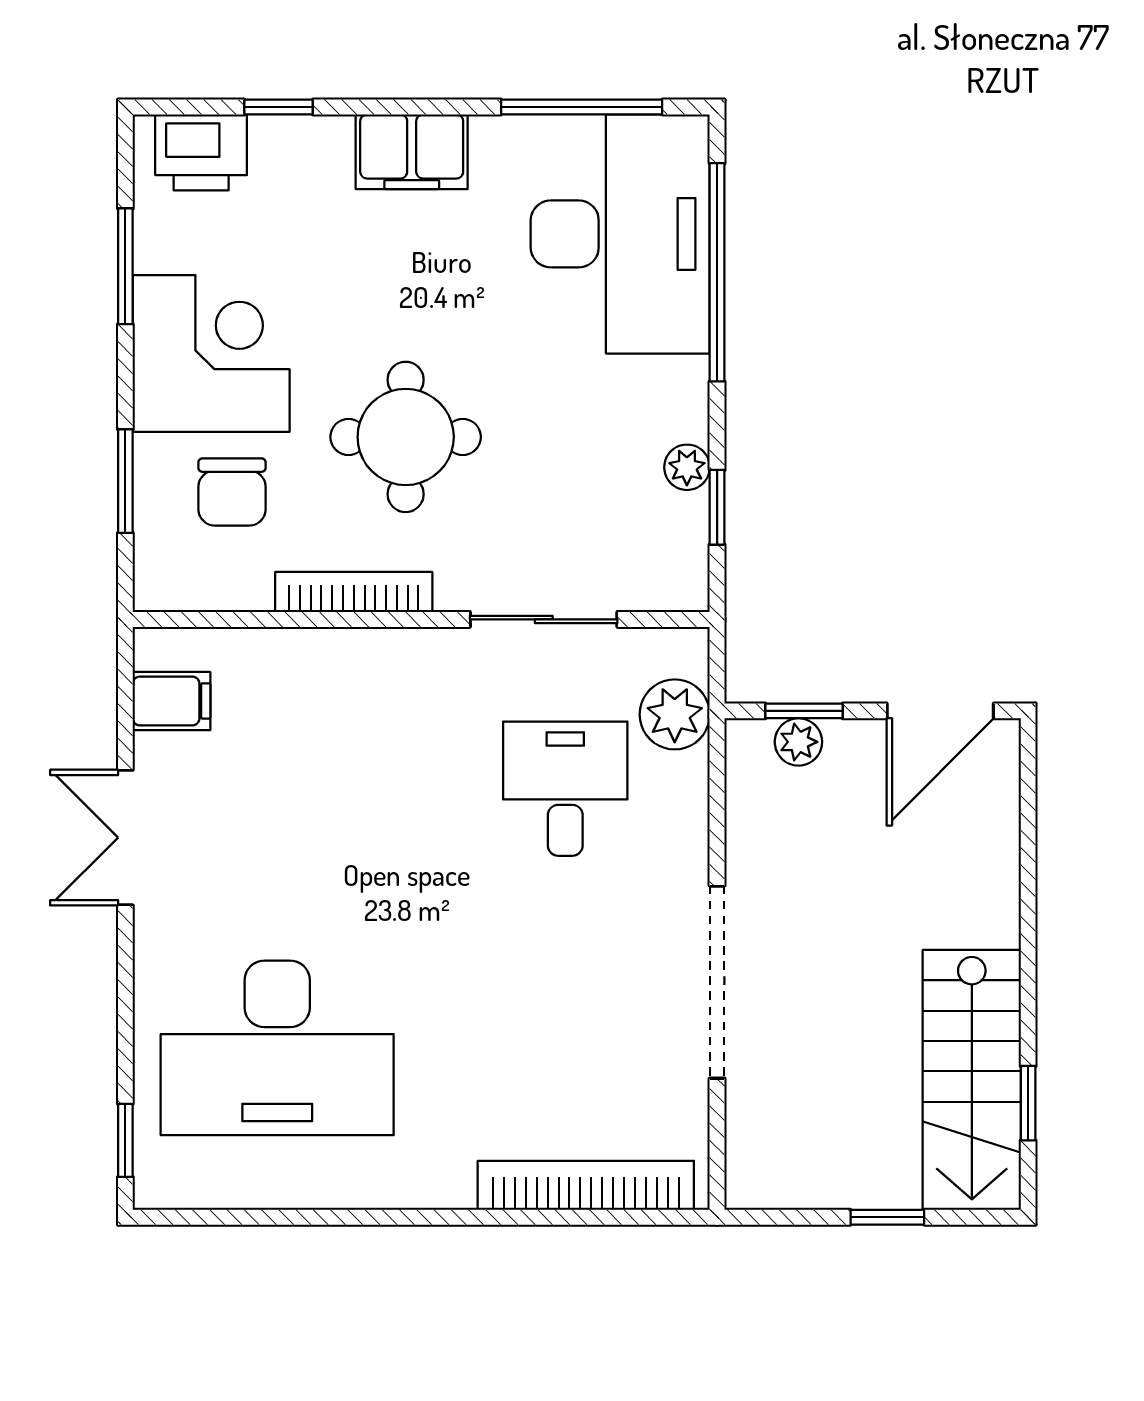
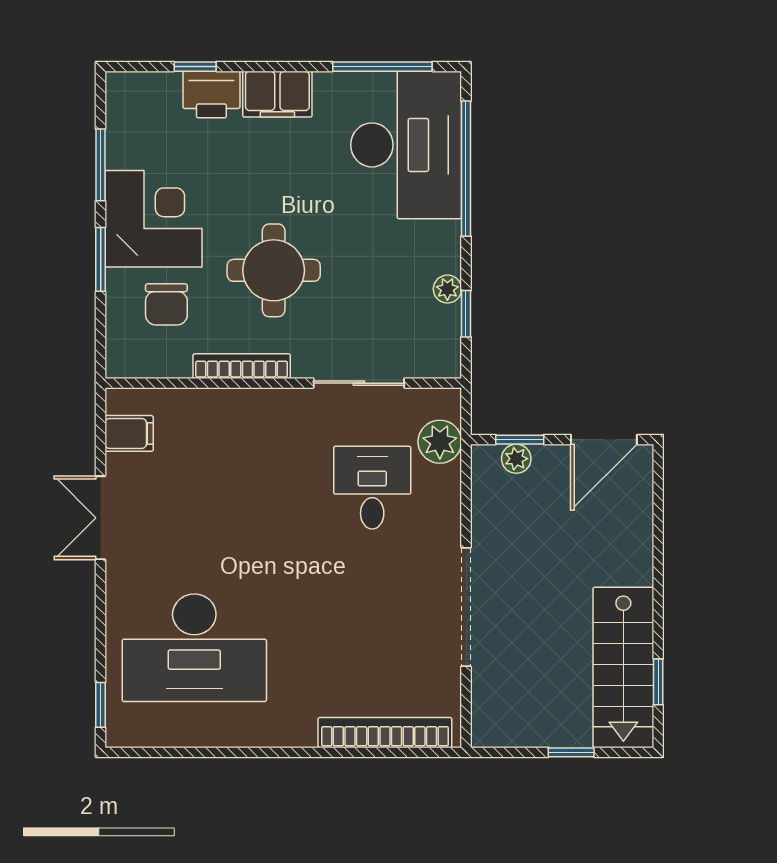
printer: (201, 152) -> (211, 94), moved
window: (125, 481) -> (101, 259), moved

